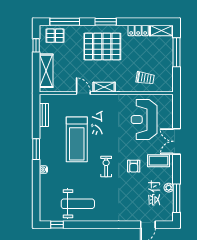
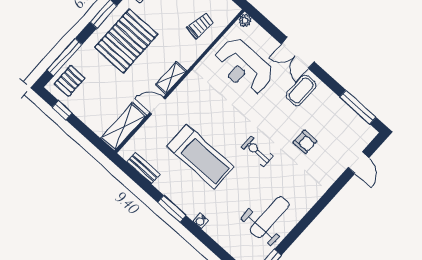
shelving: (46, 71) -> (124, 127), moved, turned 90
armchair: (134, 166) -> (305, 142), moved
plant: (169, 188) -> (245, 21), moved

